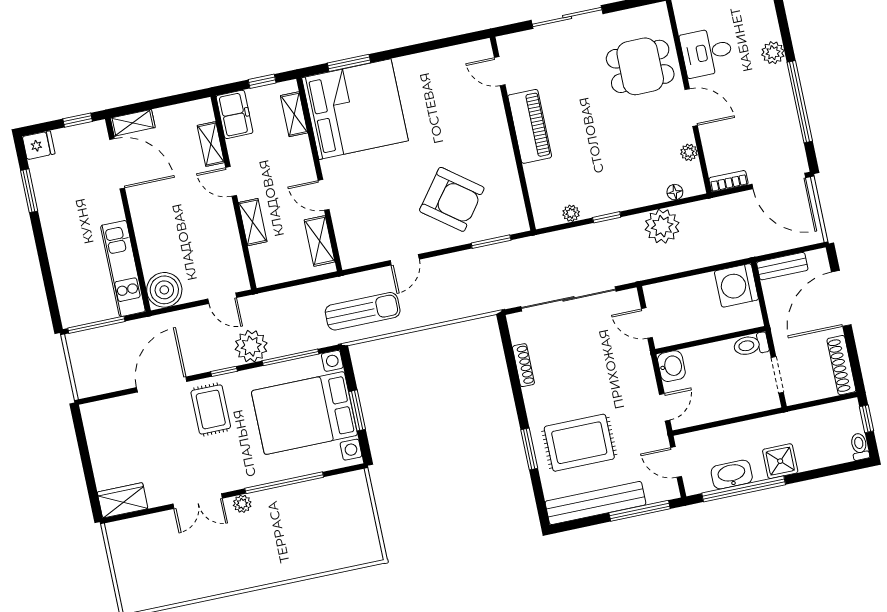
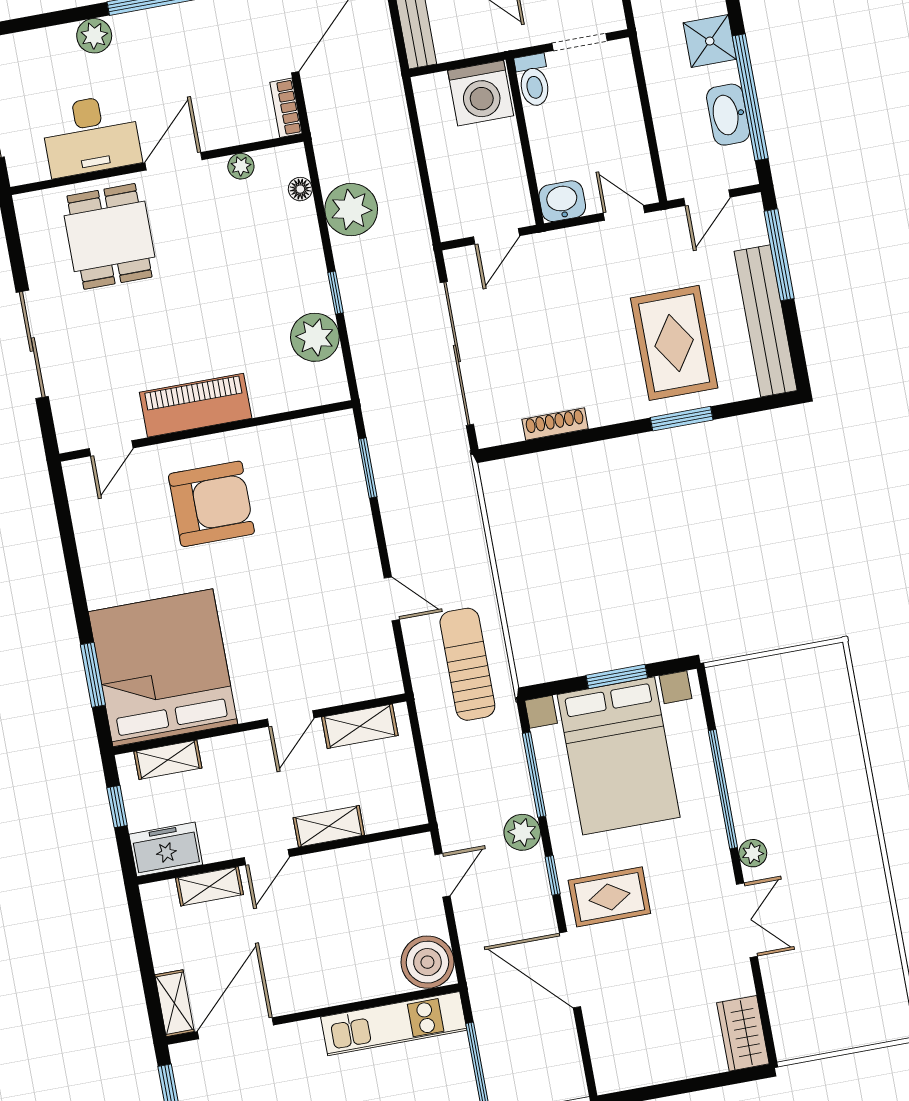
desk: (707, 52) -> (91, 135), width x1.37
armchair: (452, 199) -> (211, 504), moved, turned 53
plant: (571, 213) -> (315, 337), width x1.88, depth x1.88
washing machine: (736, 285) -> (481, 93), moved
plant: (251, 346) -> (522, 832), width x0.73, depth x0.73

